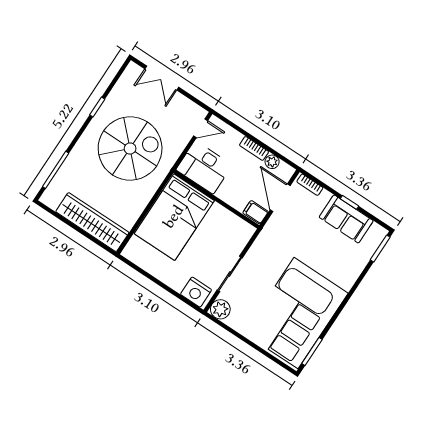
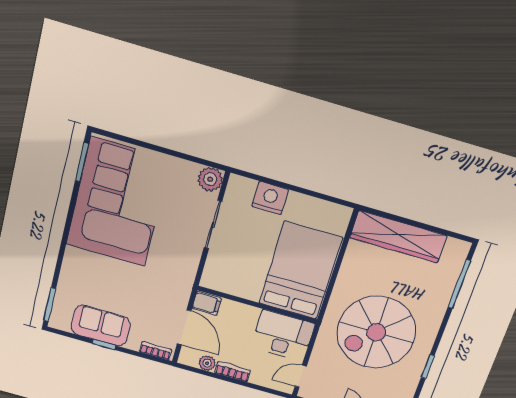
nightstand: (196, 292) -> (270, 198), moved

